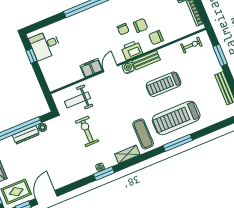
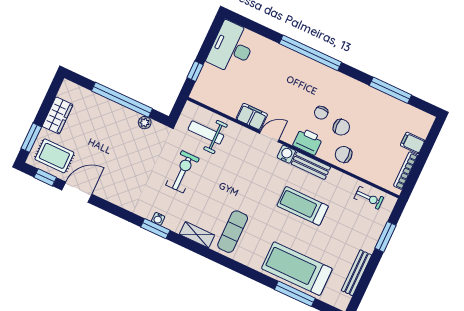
desk: (45, 45) -> (232, 48), width x1.37
window: (32, 56) -> (195, 71), moved
treadmill: (176, 118) -> (297, 269), moved
dresser: (26, 135) -> (122, 112), removed
window: (178, 143) -> (295, 294), moved

